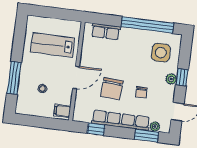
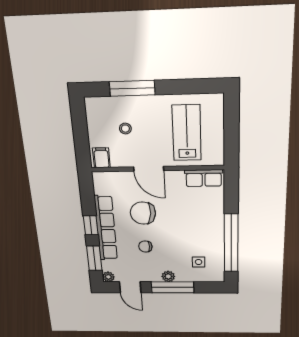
row of seats: (106, 31) -> (204, 178), moved, turned -90
side table: (161, 53) -> (199, 262), width x0.54, depth x0.54
window: (182, 77) -> (173, 287), width x2.17
plant: (155, 127) -> (108, 277), moved
window: (96, 129) -> (91, 225), moved

